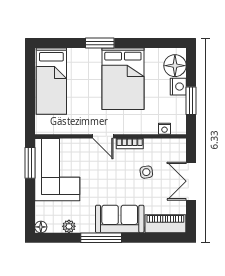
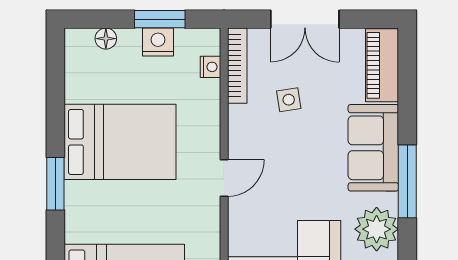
floor lamp: (175, 66) -> (106, 39), width x0.53, depth x0.53
nightstand: (178, 87) -> (158, 42), moved
bookcase: (130, 144) -> (237, 66), moved, width x1.56
plant: (69, 226) -> (377, 229), width x1.88, depth x1.88

